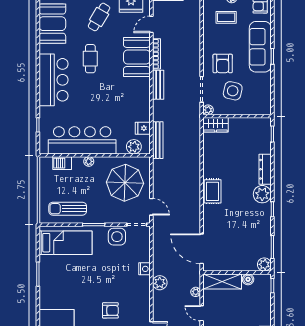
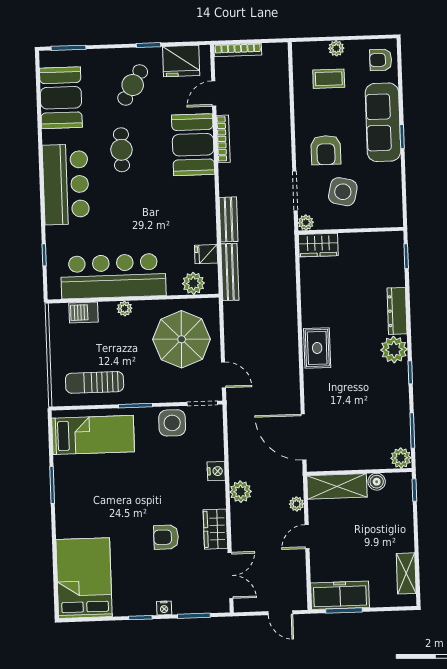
bench: (158, 85) -> (229, 219), moved
wardrobe: (143, 306) -> (215, 529), added
armchair: (110, 310) -> (166, 537), turned 180
door: (202, 313) -> (307, 537), hinge flipped

